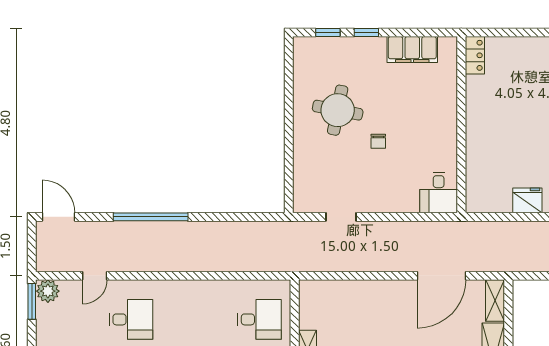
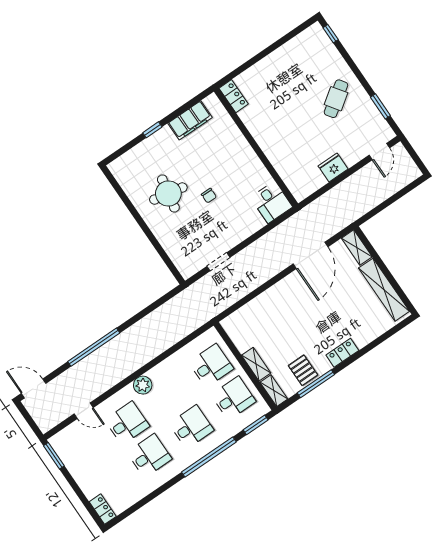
window: (328, 32) -> (127, 147), removed
door: (95, 276) -> (84, 411), hinge flipped
plant: (48, 291) -> (143, 385), moved

